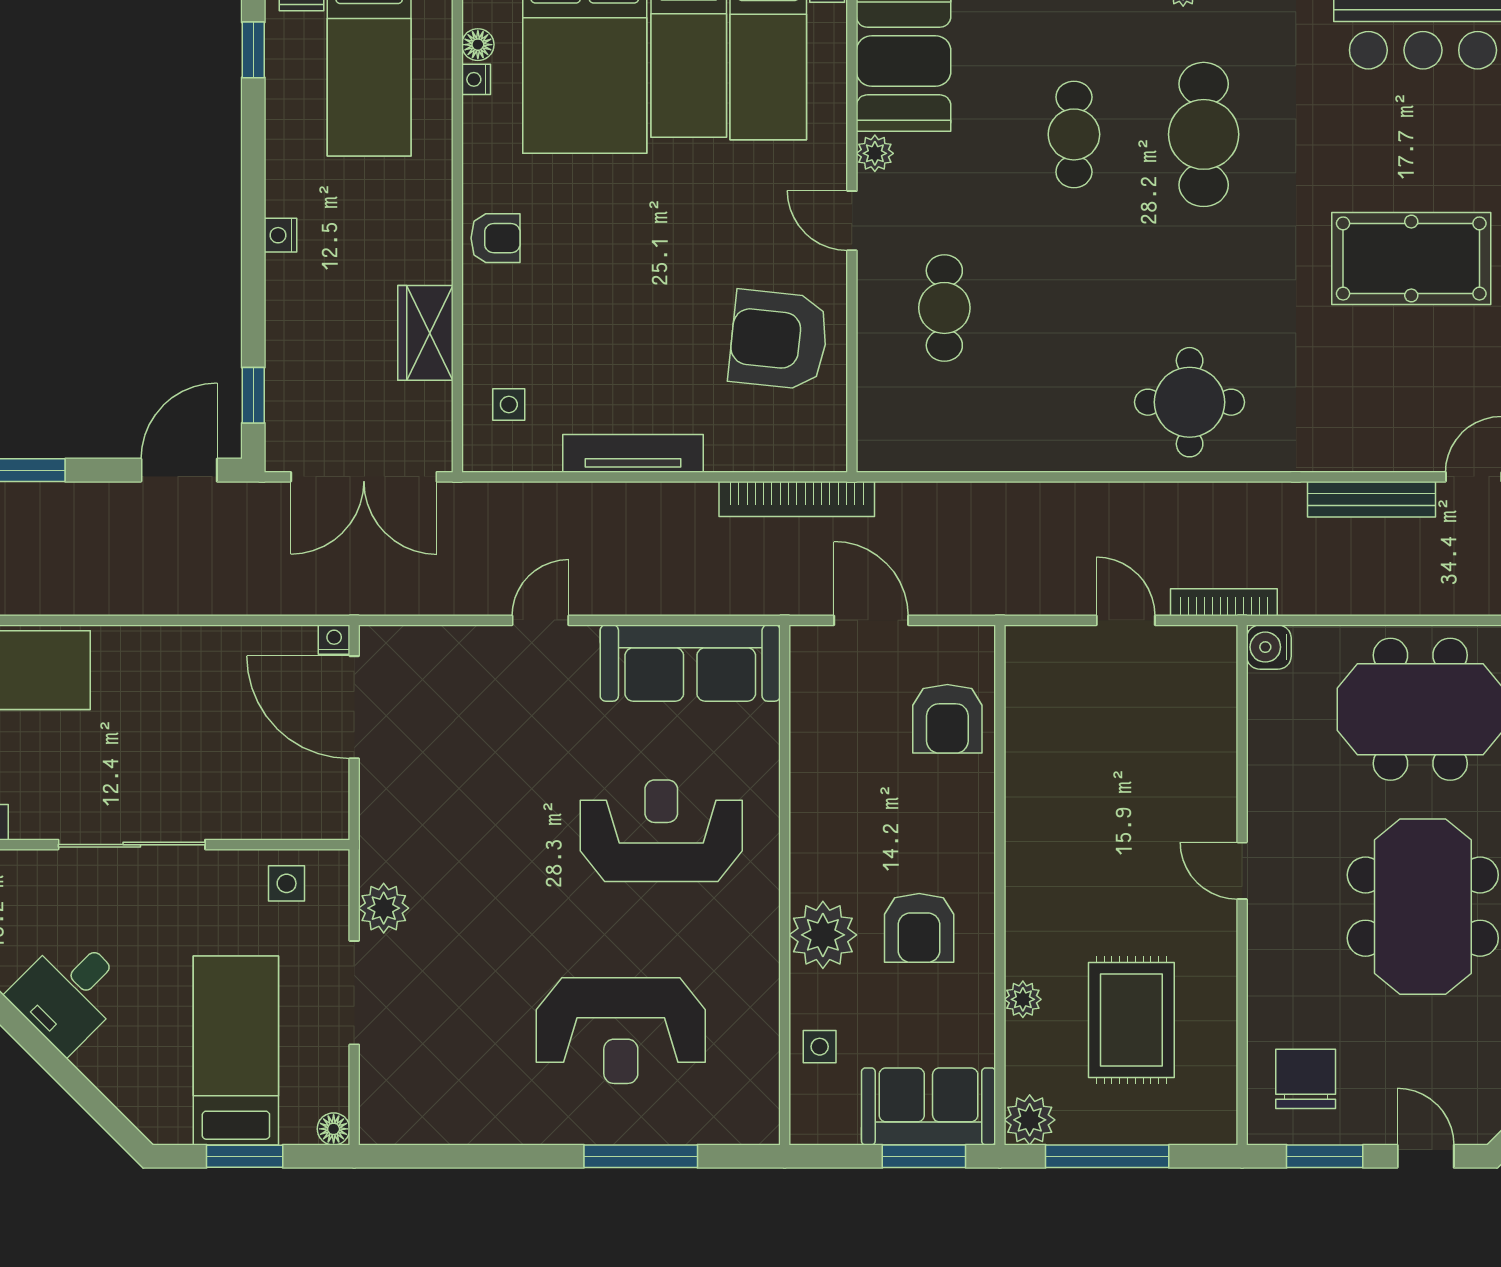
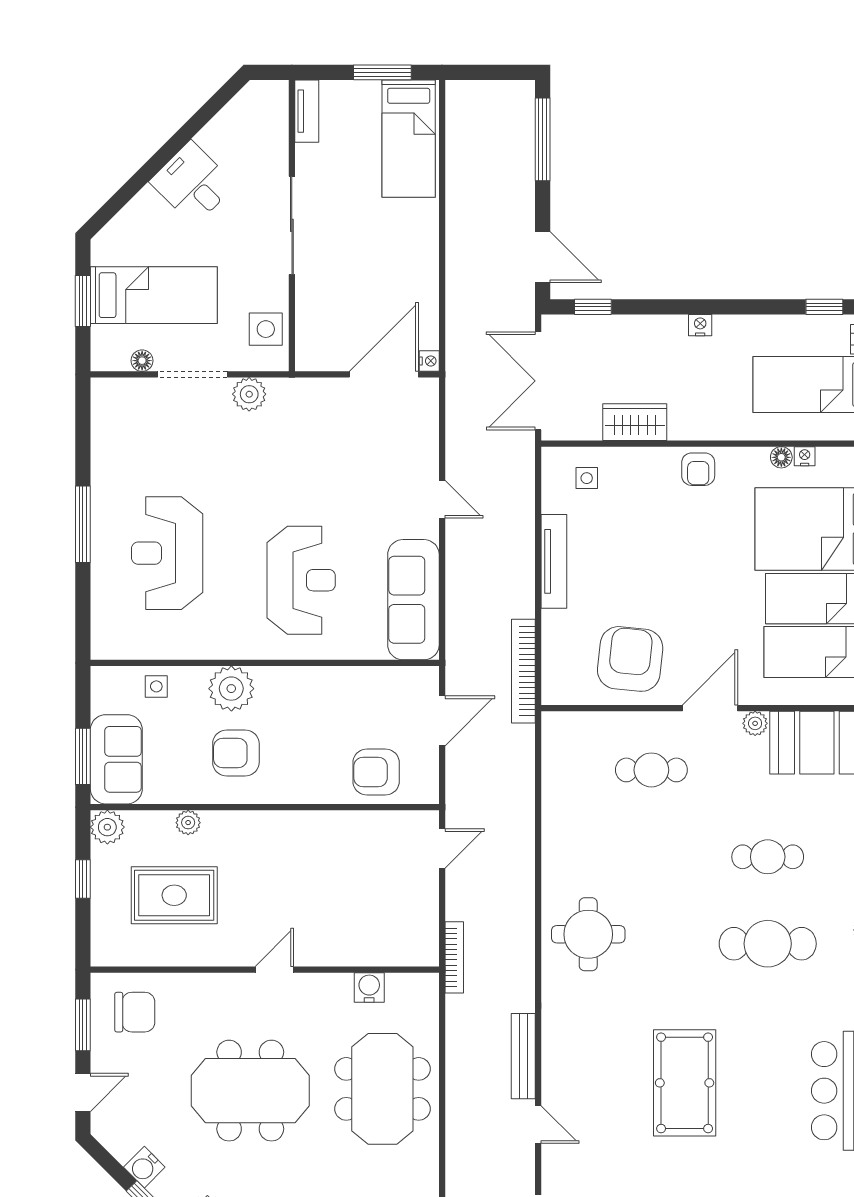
floor lamp: (478, 45) -> (781, 457), moved
door: (852, 221) -> (710, 708), width x1.38
door: (1126, 620) -> (442, 848), moved
water cooler: (1269, 647) -> (369, 987), moved
side table: (287, 883) -> (266, 329), width x1.37, depth x1.37
floor lamp: (334, 1129) -> (142, 361), moved
window: (641, 1156) -> (83, 524), moved
window: (1107, 1156) -> (83, 879), width x0.46

